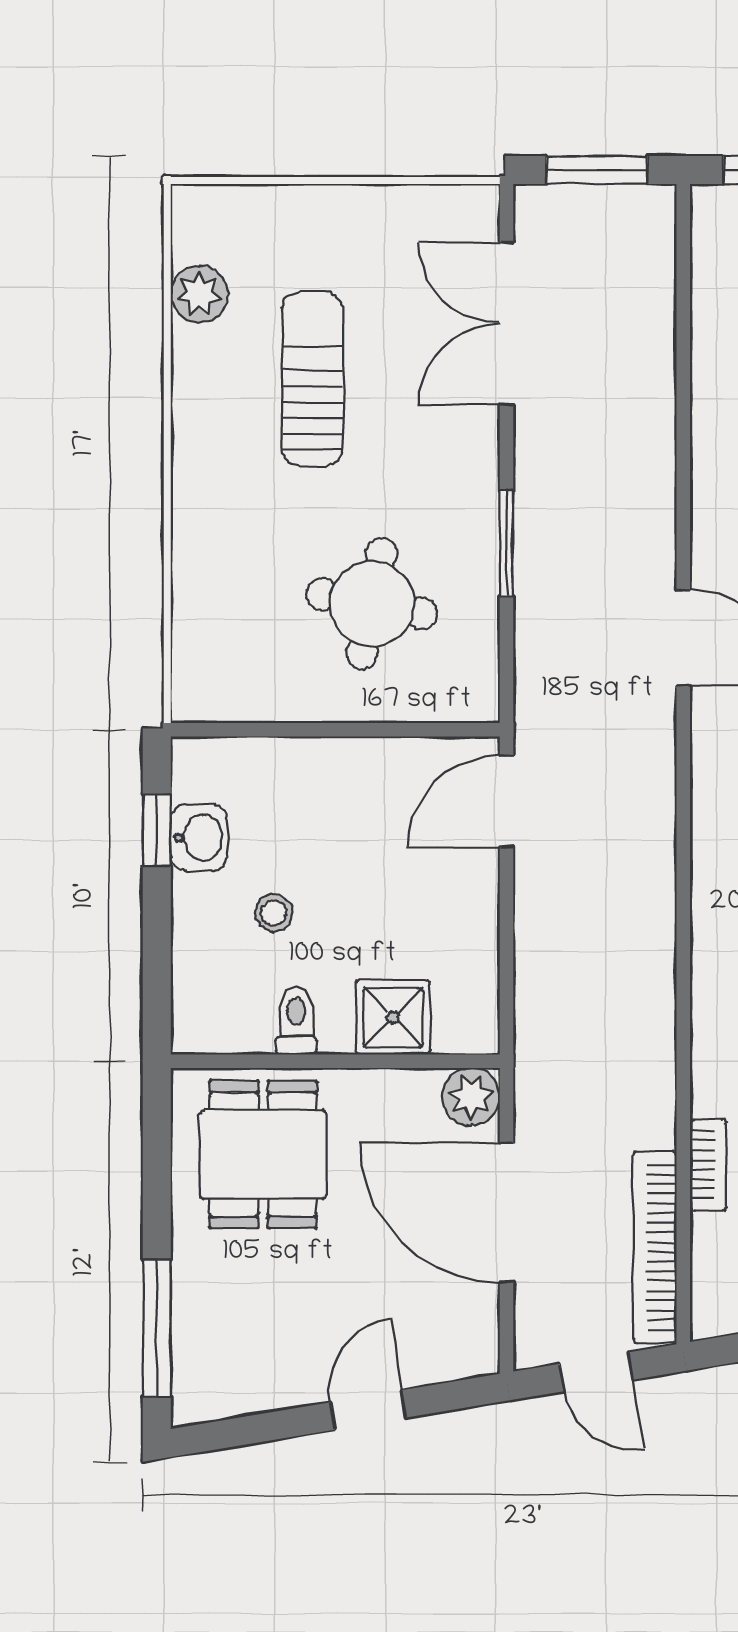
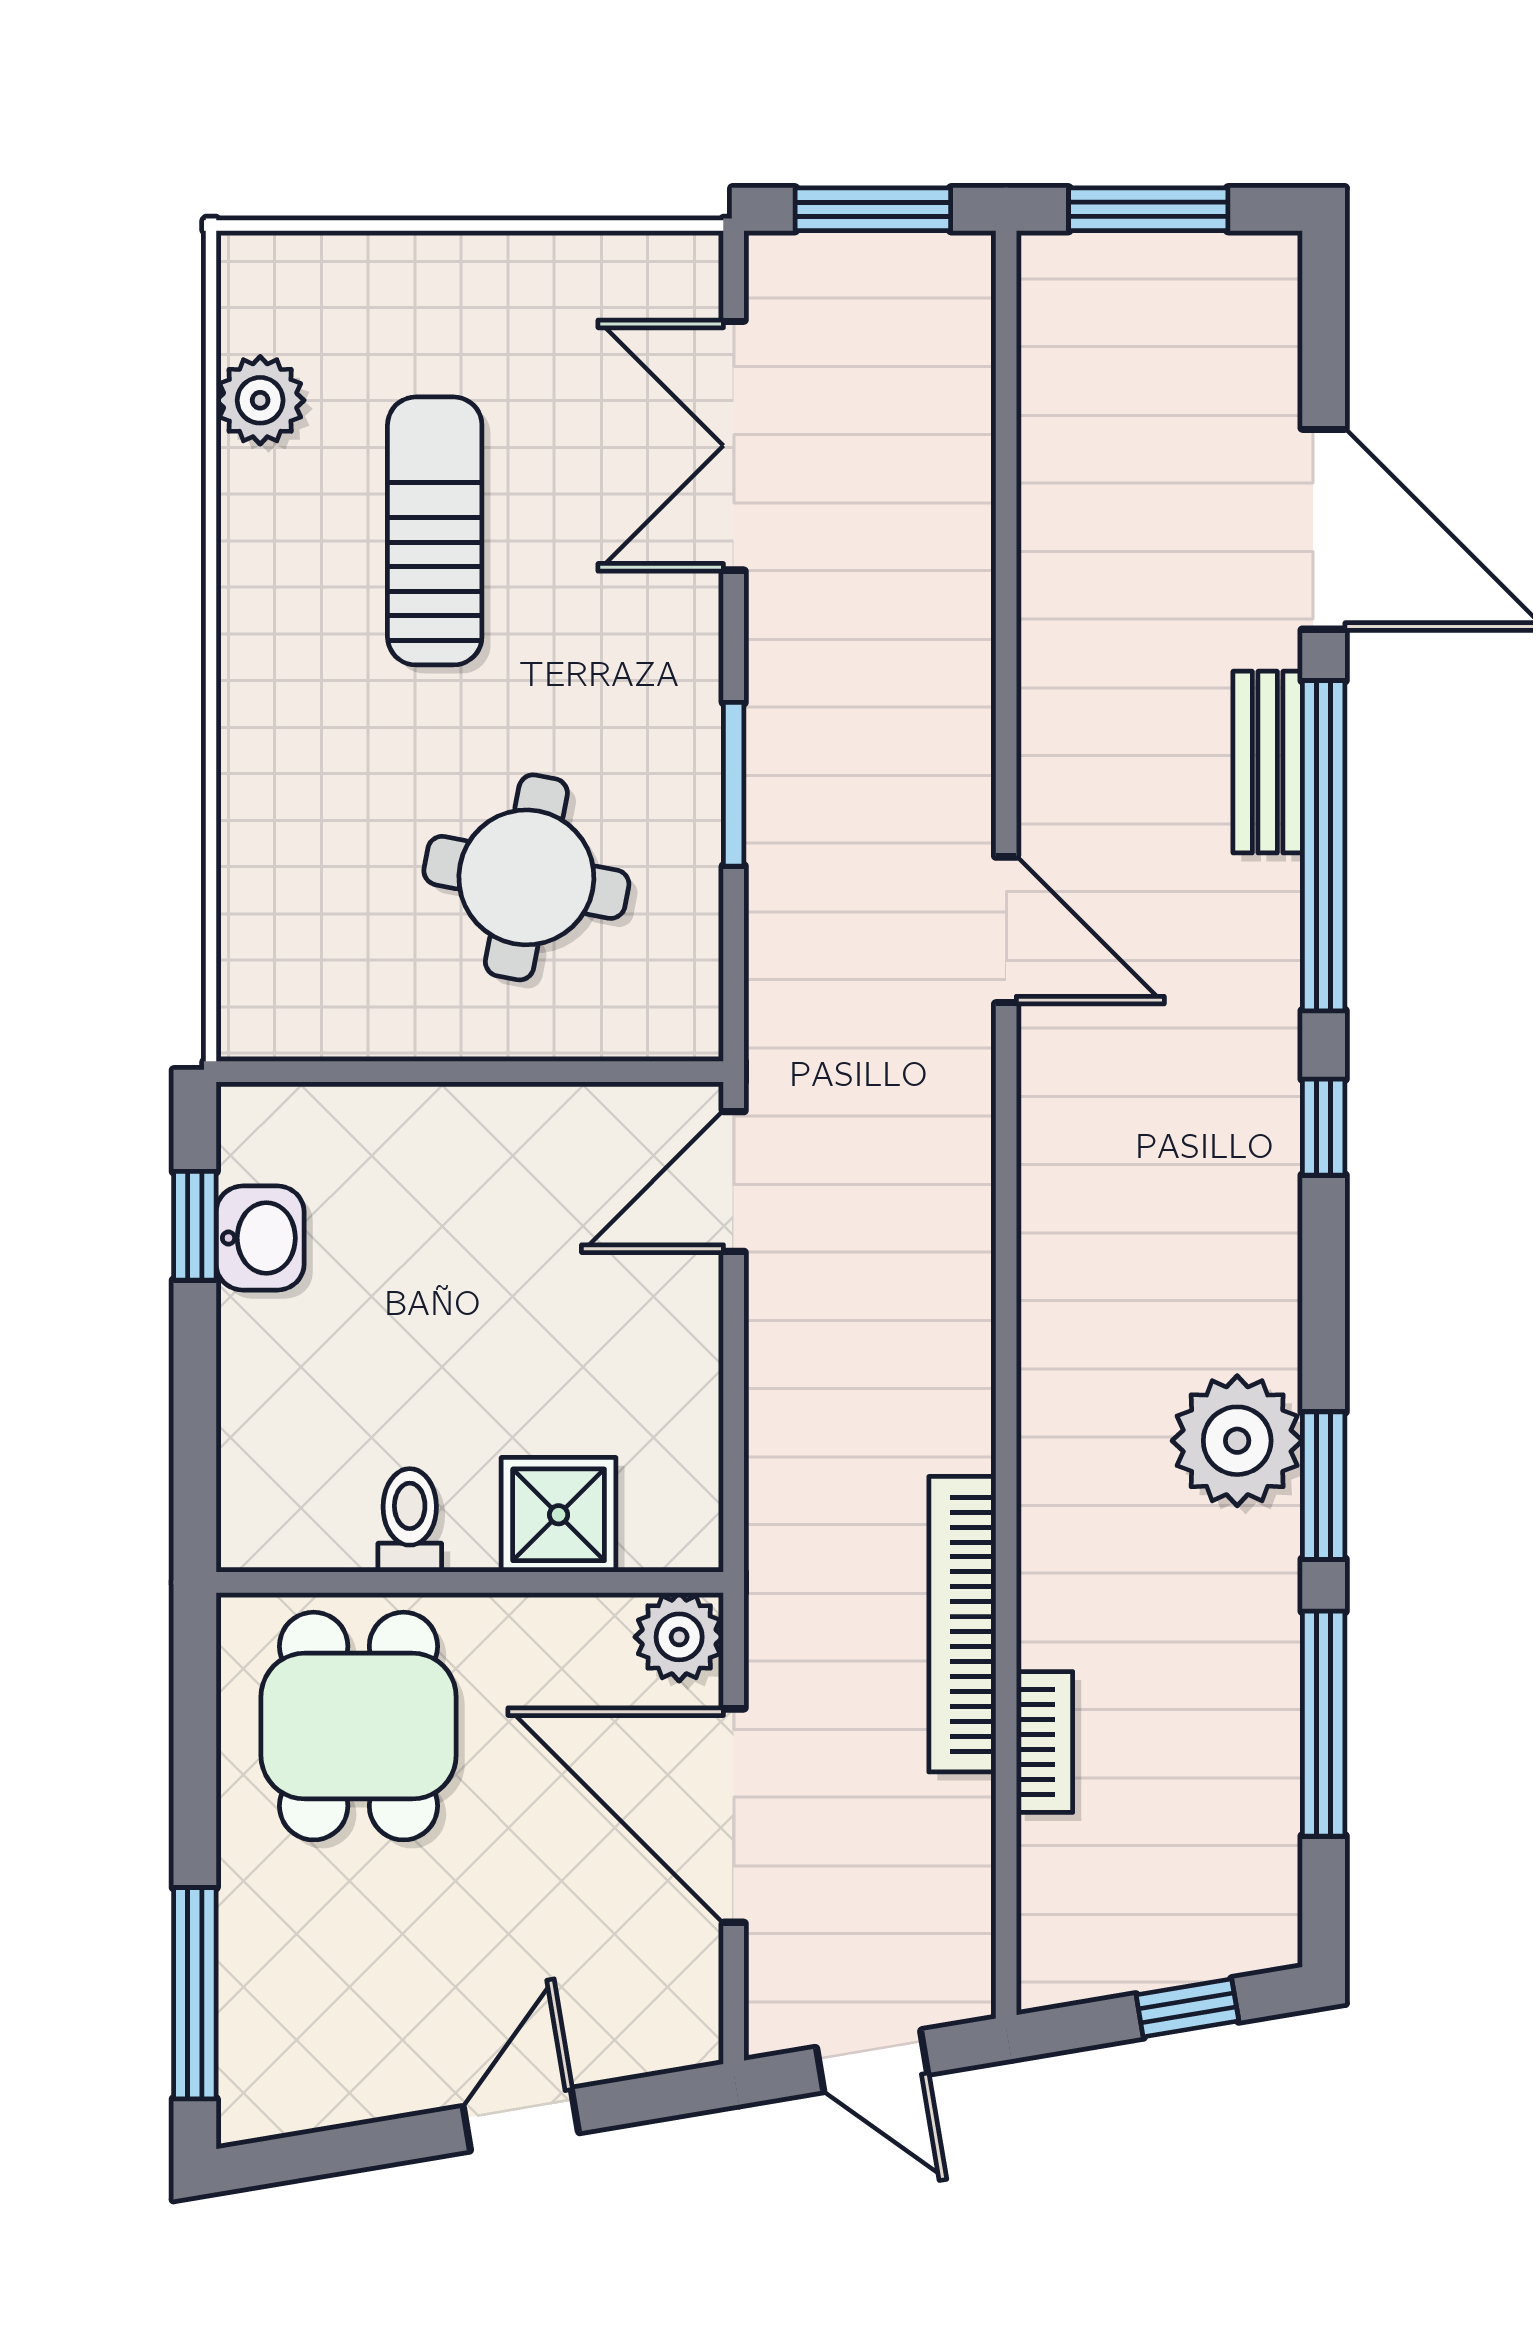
stool: (274, 913) -> (375, 1354), removed
bookcase: (655, 1247) -> (962, 1624), moved

